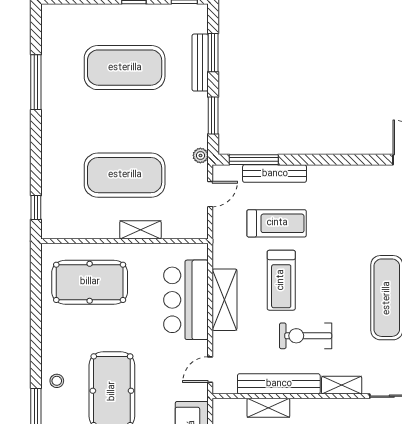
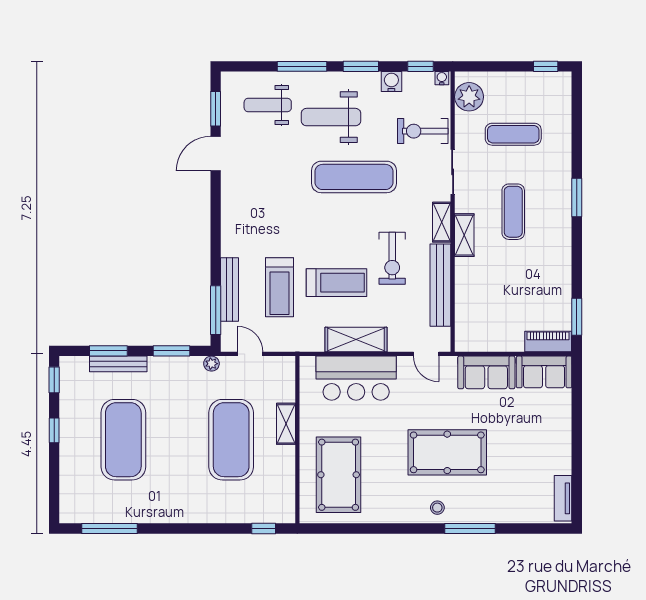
window: (36, 82) -> (109, 528), moved
treadmill: (277, 223) -> (280, 287), turned 180
shelving: (268, 408) -> (464, 235), moved

